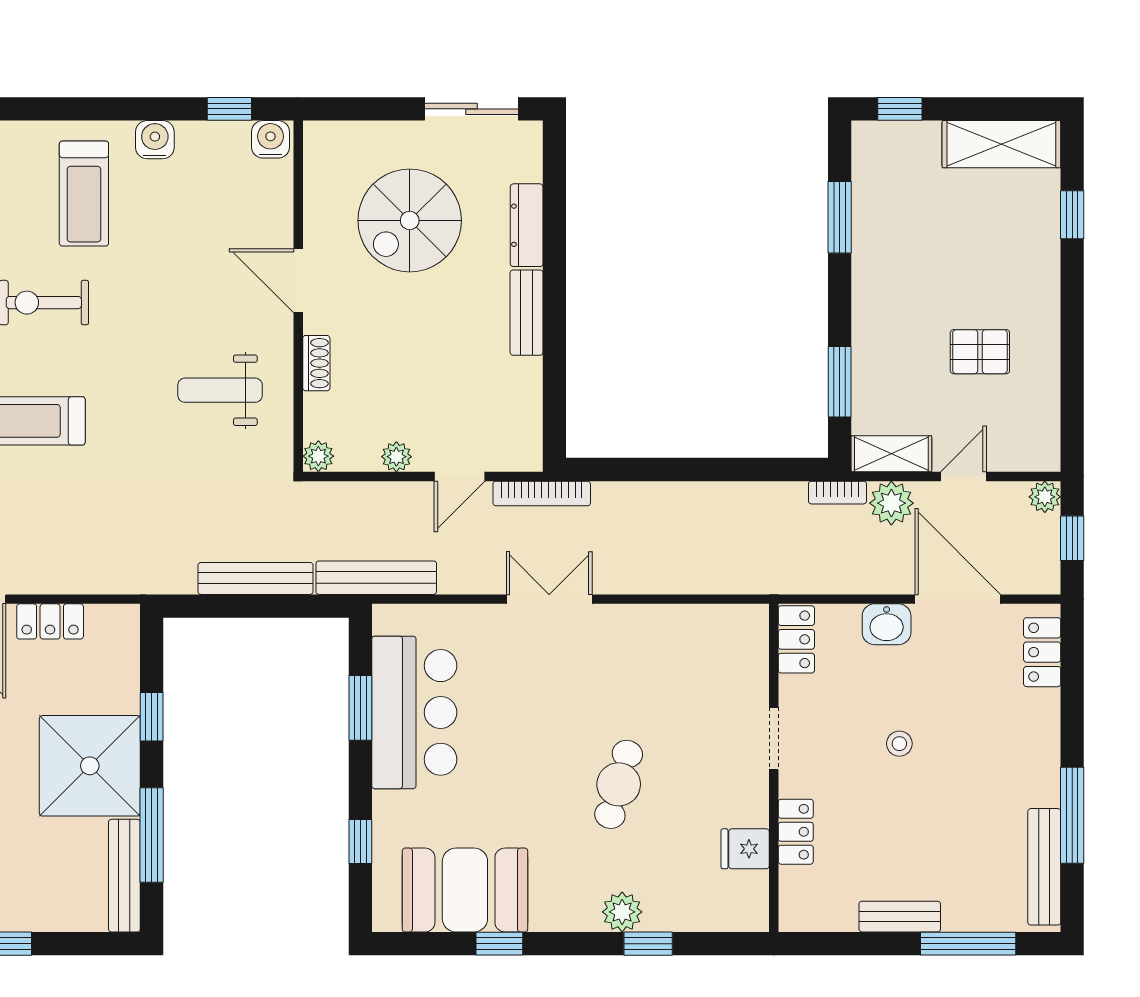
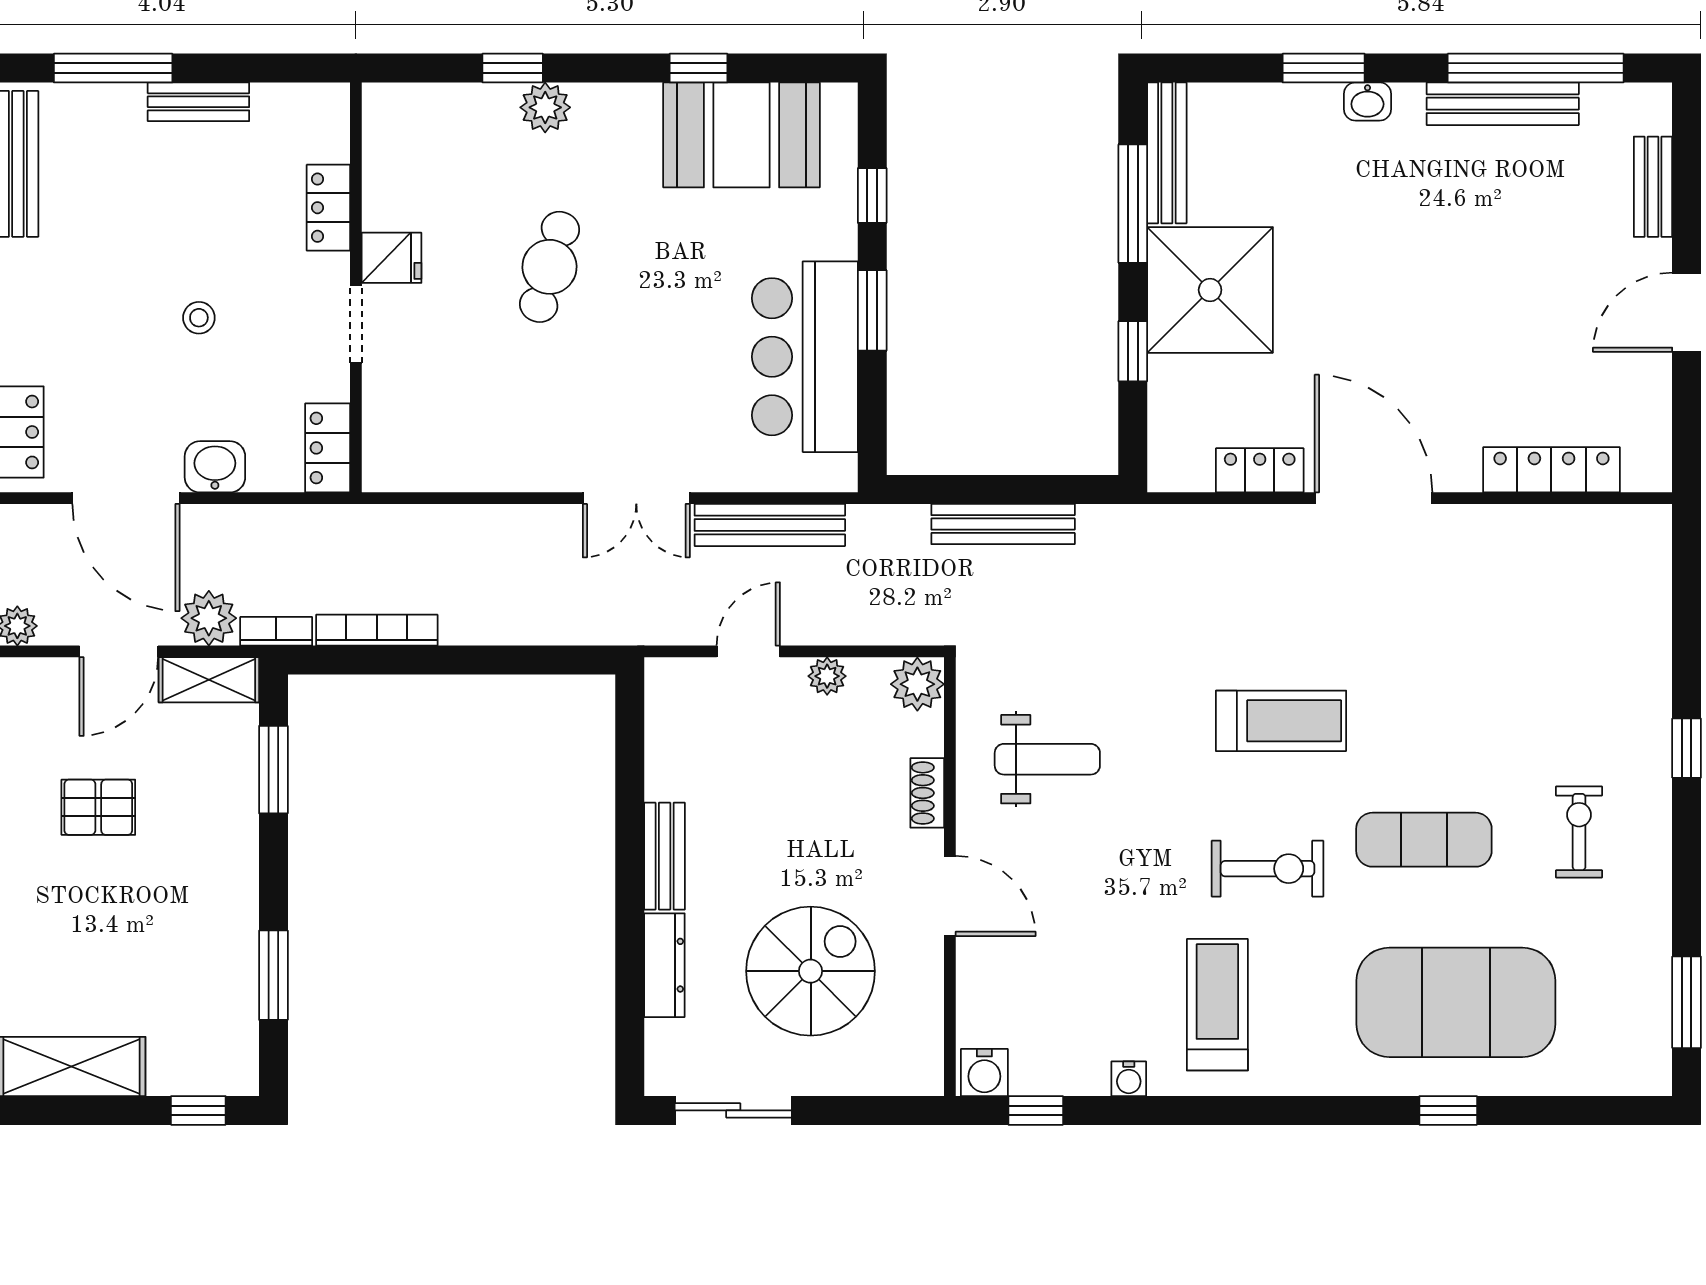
water cooler: (155, 140) -> (1129, 1079), width x0.72, depth x0.72
plant: (318, 456) -> (917, 684), width x1.38, depth x1.38
door: (964, 476) -> (119, 651), width x1.38
bookcase: (542, 493) -> (377, 630), moved
bench: (376, 578) -> (770, 525), moved
window: (360, 708) -> (872, 310), moved
fridge: (745, 849) -> (392, 258), moved

